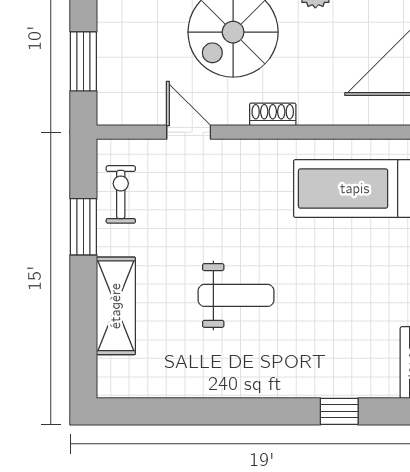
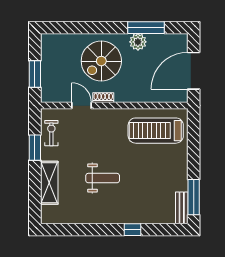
shoe rack: (273, 114) -> (103, 98), moved
window: (339, 411) -> (132, 230), moved

